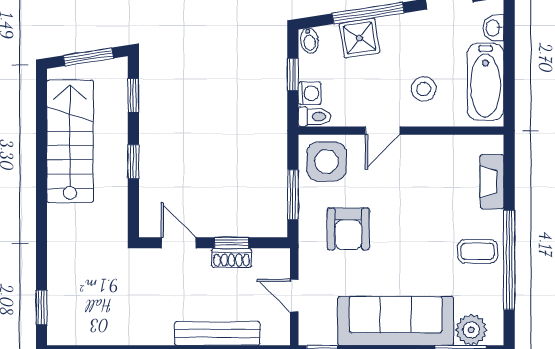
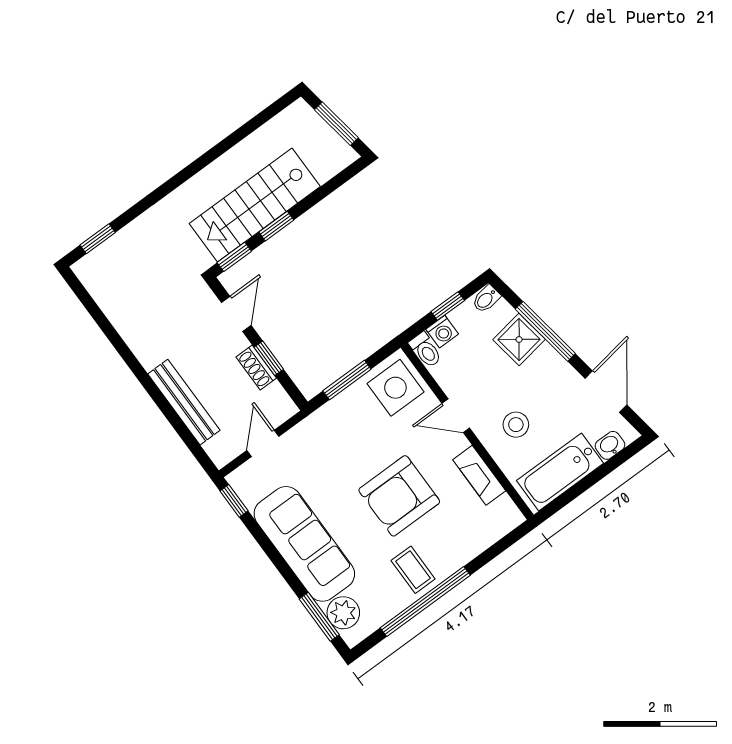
window: (133, 96) -> (234, 257), moved
stairs: (70, 141) -> (255, 205), moved, turned 180
fireplace: (492, 182) -> (479, 475), moved, turned -90
armchair: (348, 229) -> (399, 496), moved, width x1.36, depth x1.36

